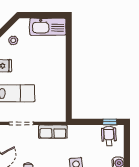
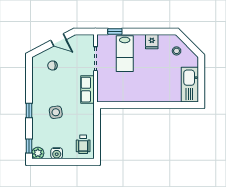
window: (110, 122) -> (97, 145), removed
wheelchair: (109, 136) -> (83, 144), turned 92

